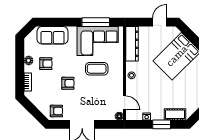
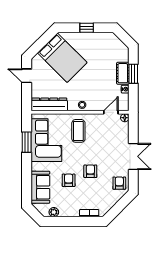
window: (96, 22) -> (27, 142), width x0.69
plant: (29, 61) -> (54, 212), moved
armchair: (46, 64) -> (69, 180), moved
coffee table: (97, 69) -> (78, 131), moved
cot: (175, 114) -> (123, 73), moved

